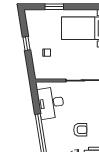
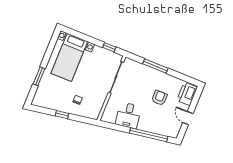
desk: (51, 103) -> (128, 115), width x0.73

